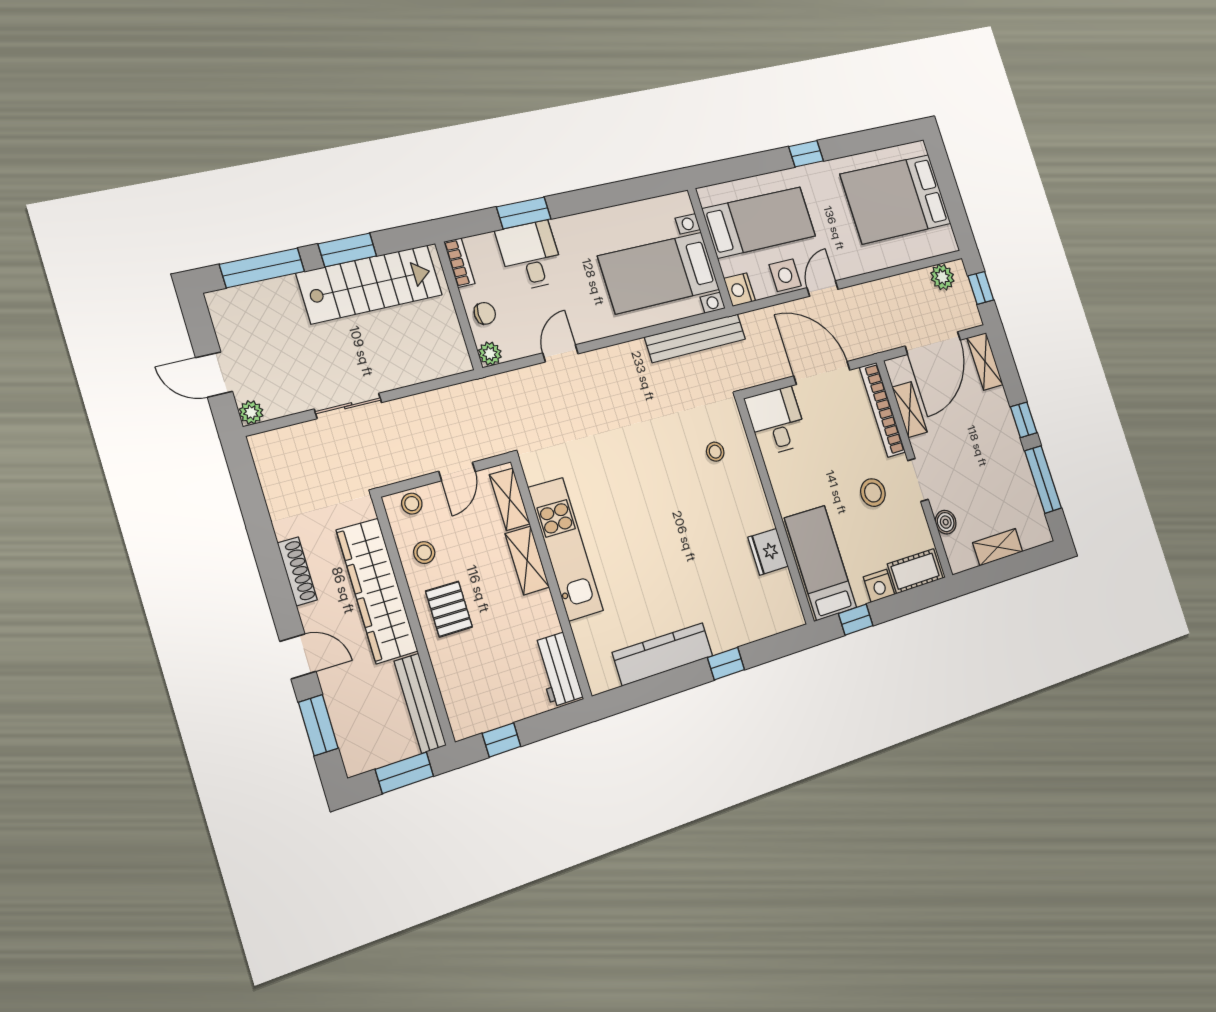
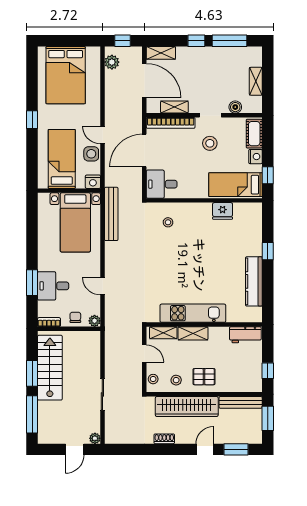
shoe rack: (297, 571) -> (164, 439), width x0.70

